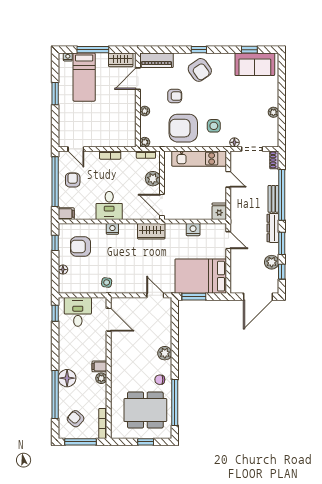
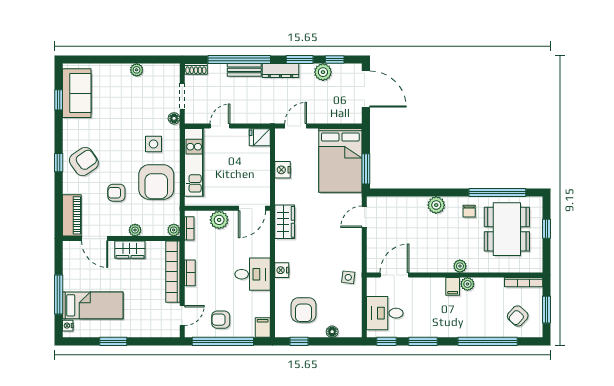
wardrobe: (121, 60) -> (130, 250), moved, turned 90
armchair: (175, 96) -> (116, 193), turned -90
bookcase: (111, 141) -> (173, 272), added
window: (55, 343) -> (423, 341), added
plant: (116, 372) -> (460, 266), added
floor lamp: (67, 378) -> (467, 327), removed
window: (81, 442) -> (546, 310), width x0.69

